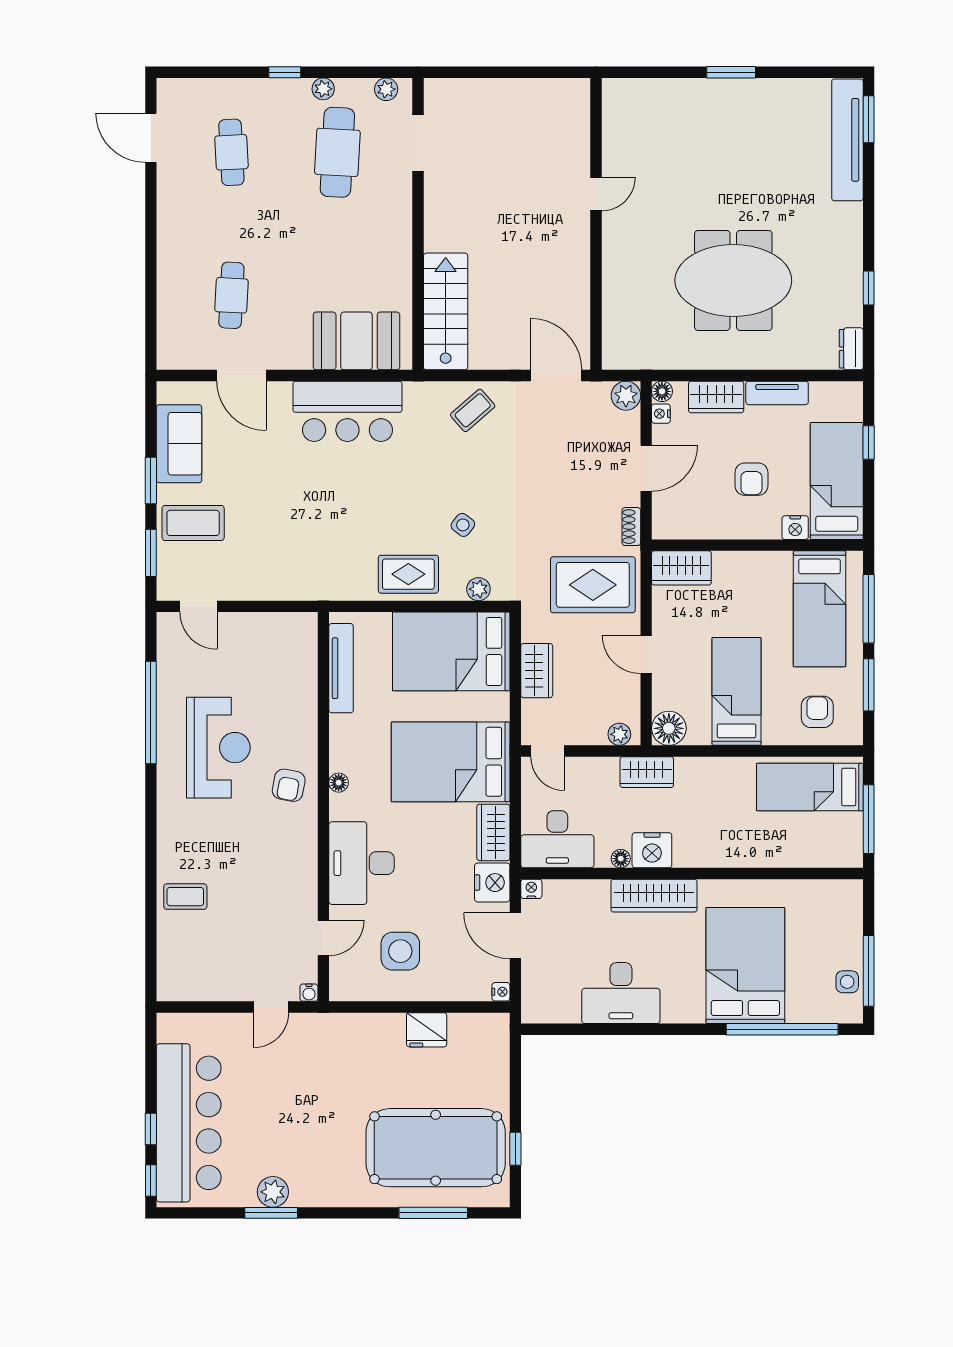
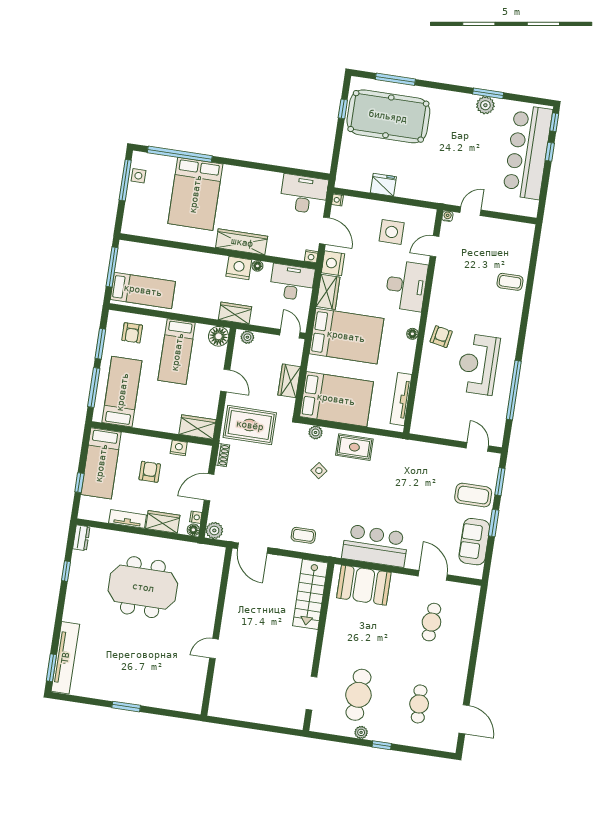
plant: (386, 89) -> (325, 727), removed
coffee table: (473, 410) -> (303, 535), turned 41
nightstand: (795, 528) -> (179, 448), moved
desk: (621, 993) -> (304, 194), moved

